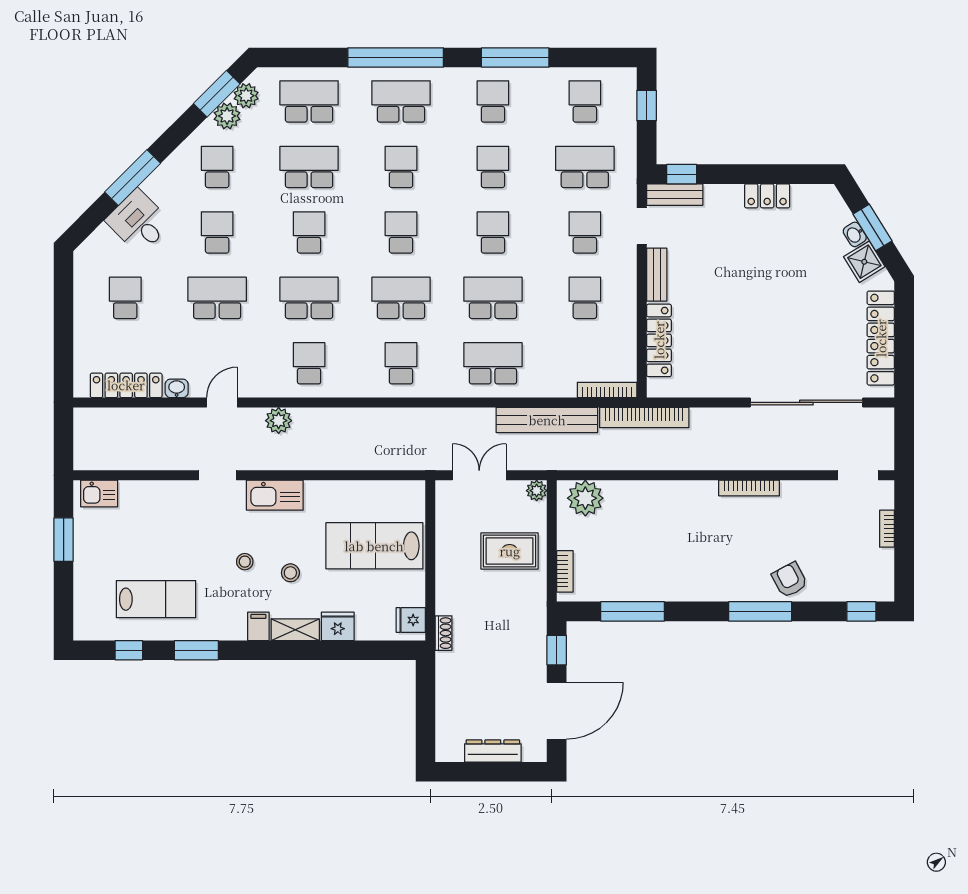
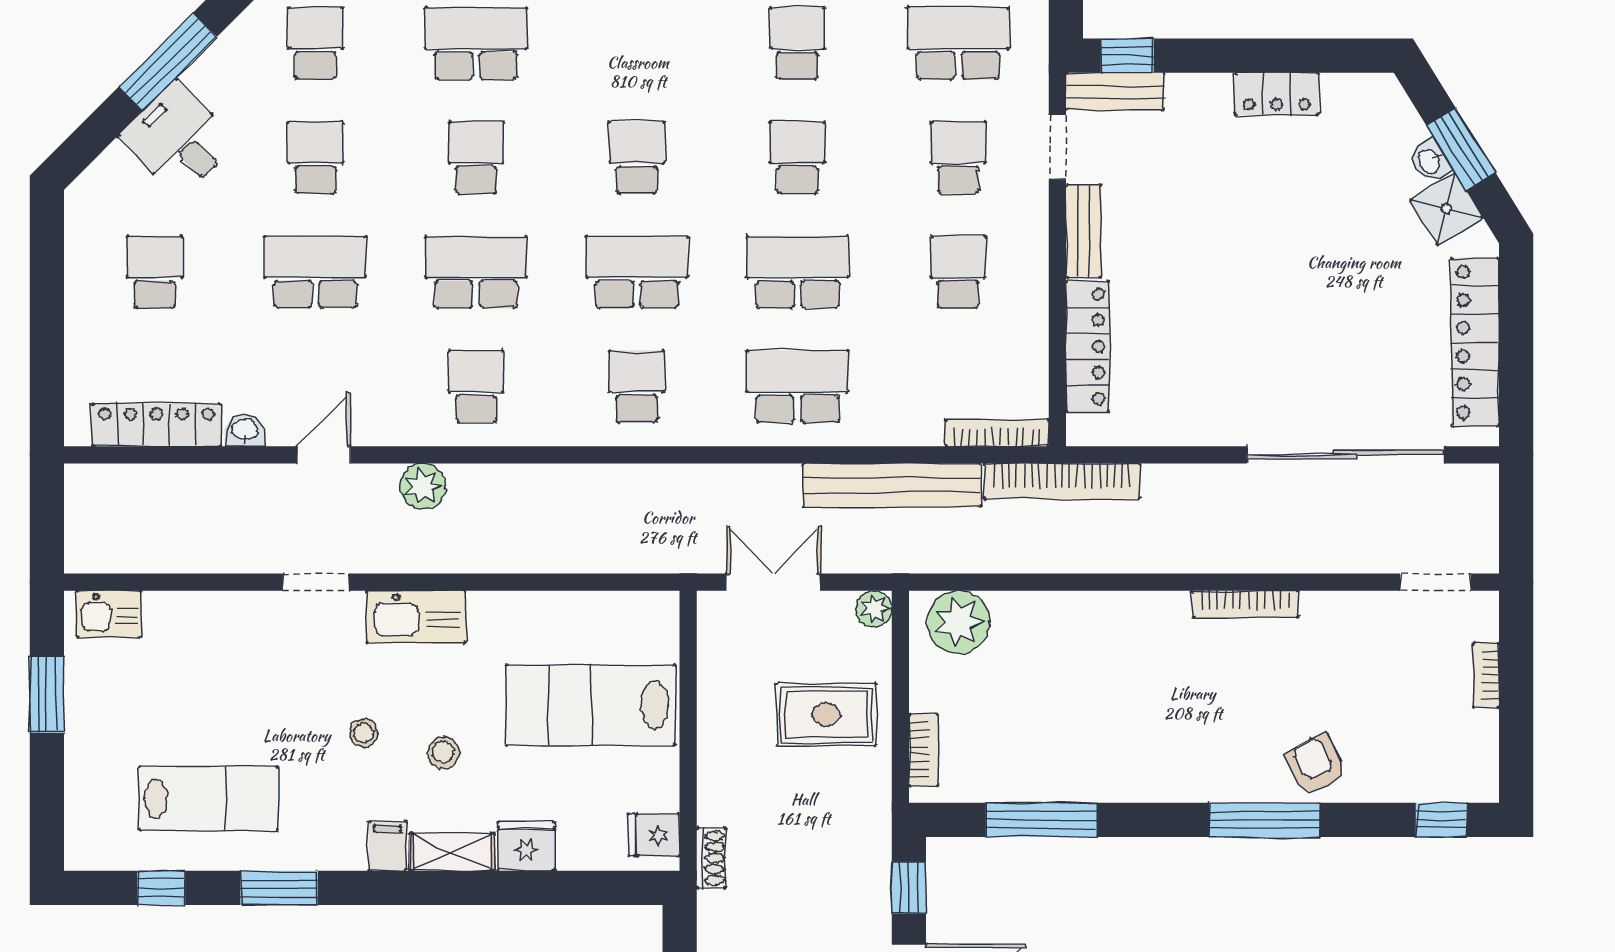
school desk: (401, 167) -> (637, 43), removed

